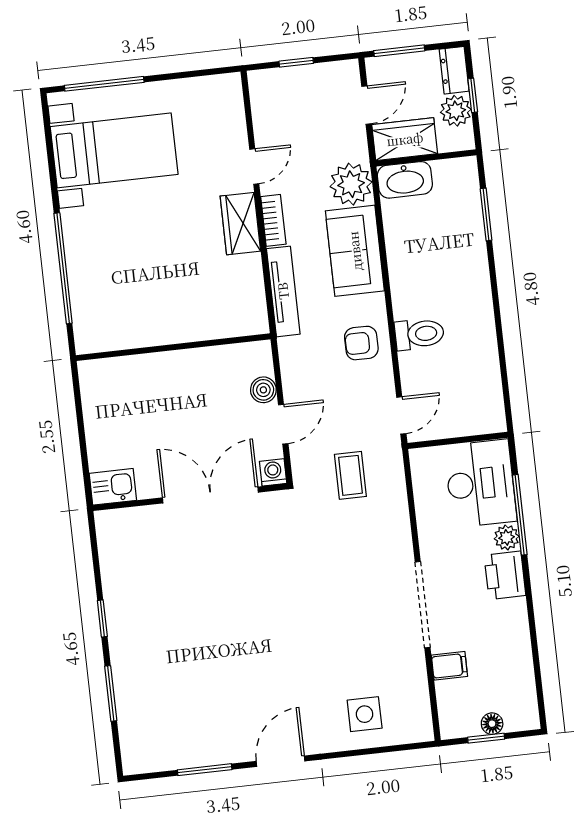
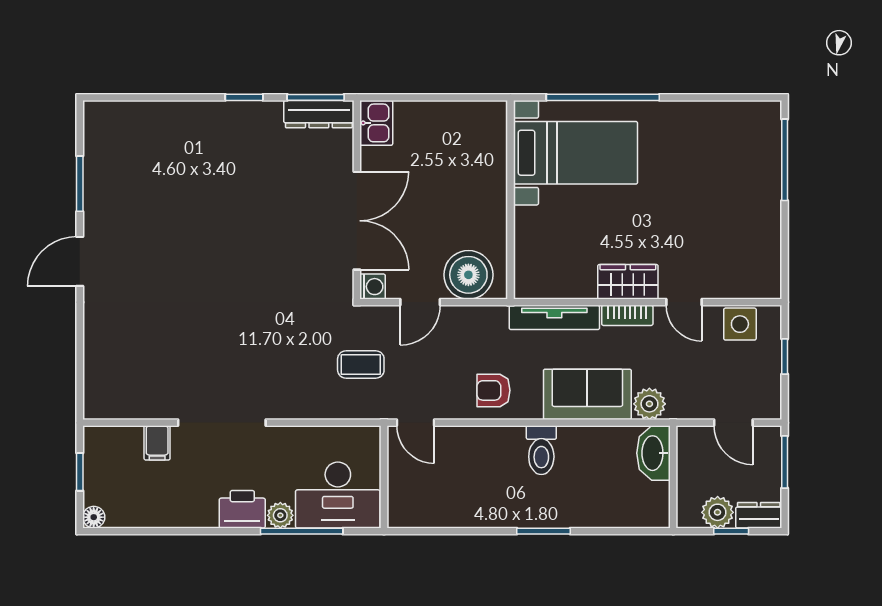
wardrobe: (405, 139) -> (695, 457), removed
bed with nightstands: (114, 150) -> (575, 153), moved, turned -90
plant: (351, 184) -> (649, 404), width x0.73, depth x0.73
window: (486, 214) -> (543, 531), moved
toilet: (419, 334) -> (541, 450), moved
armchair: (361, 343) -> (493, 390), turned -90
boiler: (263, 390) -> (468, 275), width x1.86, depth x1.86
door: (283, 424) -> (420, 302), hinge flipped
dresser: (111, 544) -> (319, 114), added
window: (111, 693) -> (316, 97), moved
side table: (365, 714) -> (740, 324), moved
floor lamp: (492, 724) -> (94, 517), moved
door: (281, 761) -> (80, 261), swing flipped

